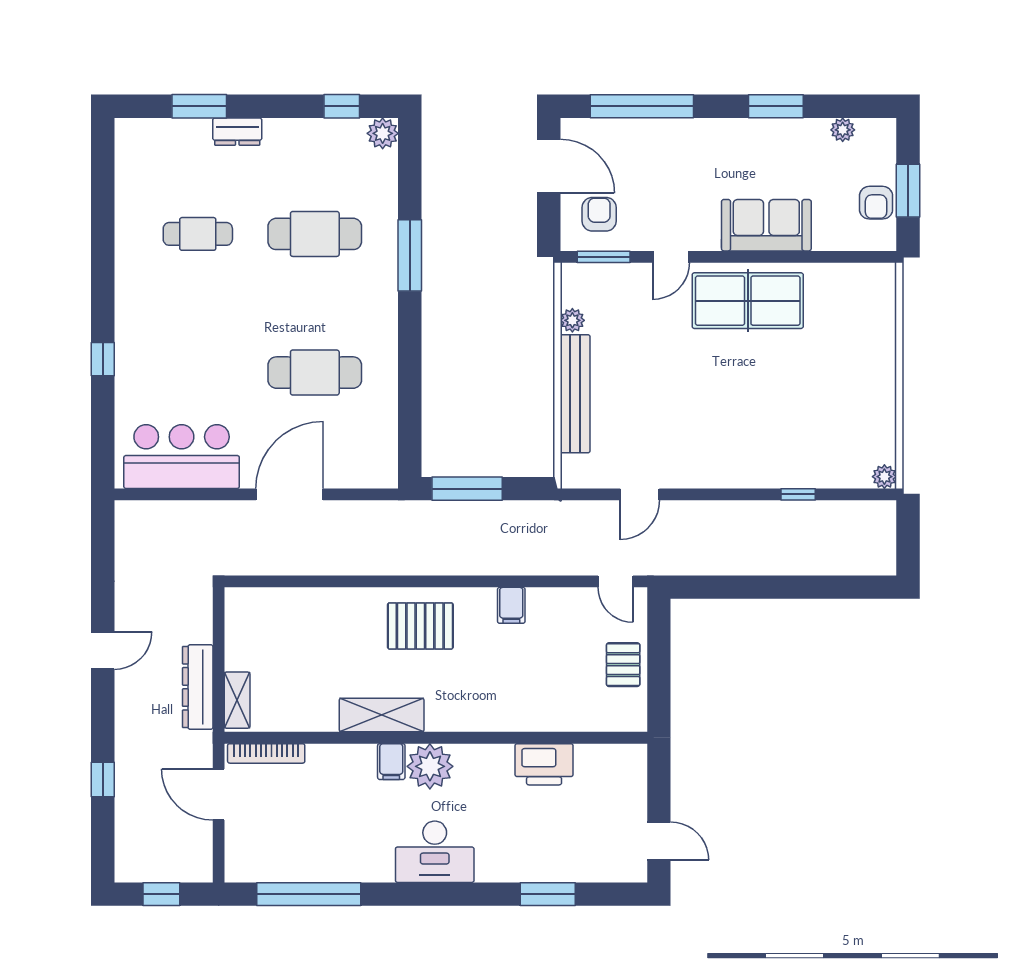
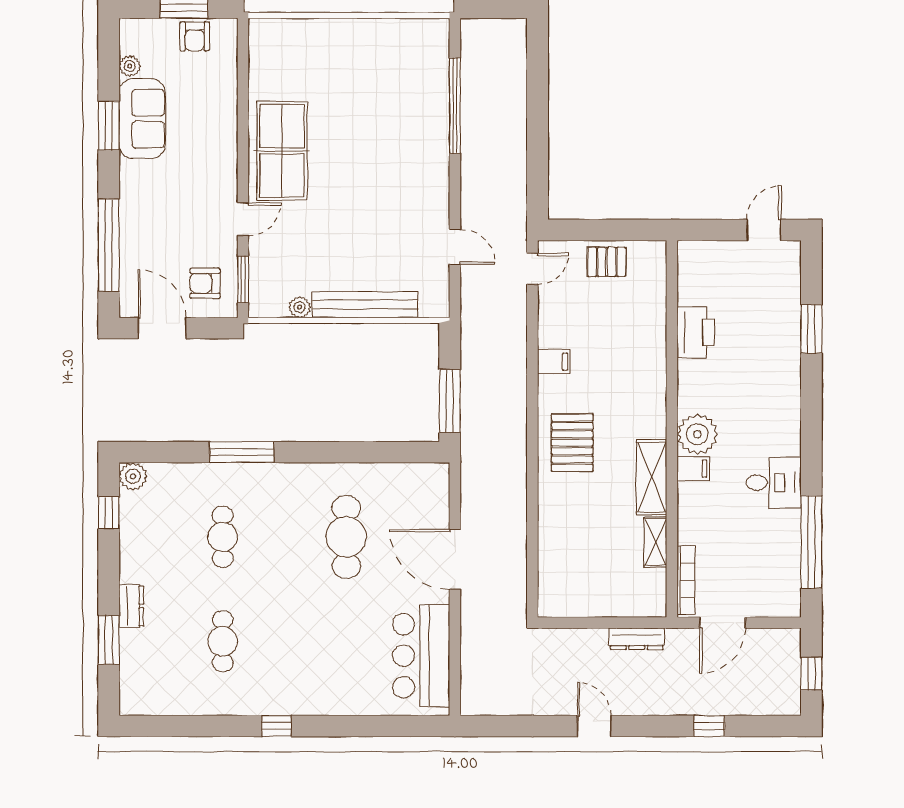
door: (549, 166) -> (162, 328), hinge flipped
armchair: (876, 203) -> (195, 36), turned 90
sofa: (766, 225) -> (142, 119), moved, turned 180
cafe table: (315, 234) -> (223, 537), width x0.73, depth x0.74
door: (671, 257) -> (243, 219), hinge flipped
window: (103, 359) -> (276, 726), moved
plant: (884, 477) -> (439, 29), removed
window: (798, 494) -> (455, 106), width x3.17
dresser: (198, 687) -> (637, 639), width x0.73, depth x0.80
shelving: (237, 700) -> (655, 542), moved, turned 90
desk: (435, 852) -> (774, 483), moved, width x0.73

